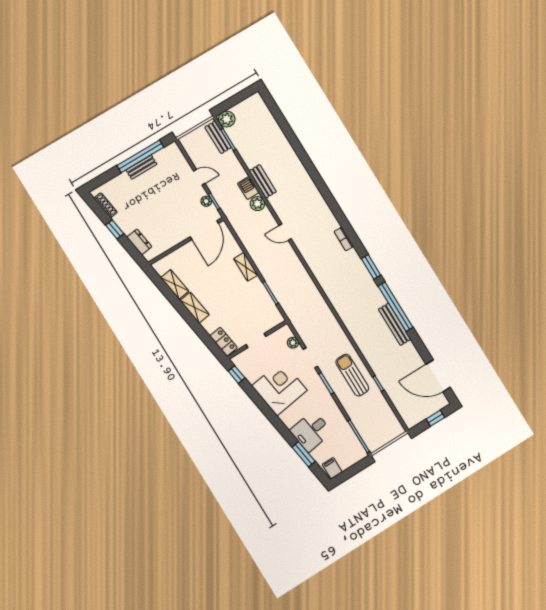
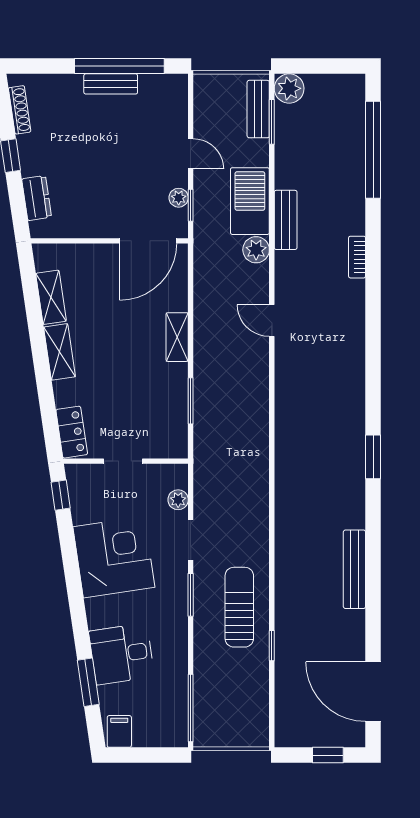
barbecue: (248, 188) -> (250, 201), width x1.88, depth x1.53
bookcase: (344, 239) -> (357, 257), moved
window: (396, 307) -> (373, 150), moved

